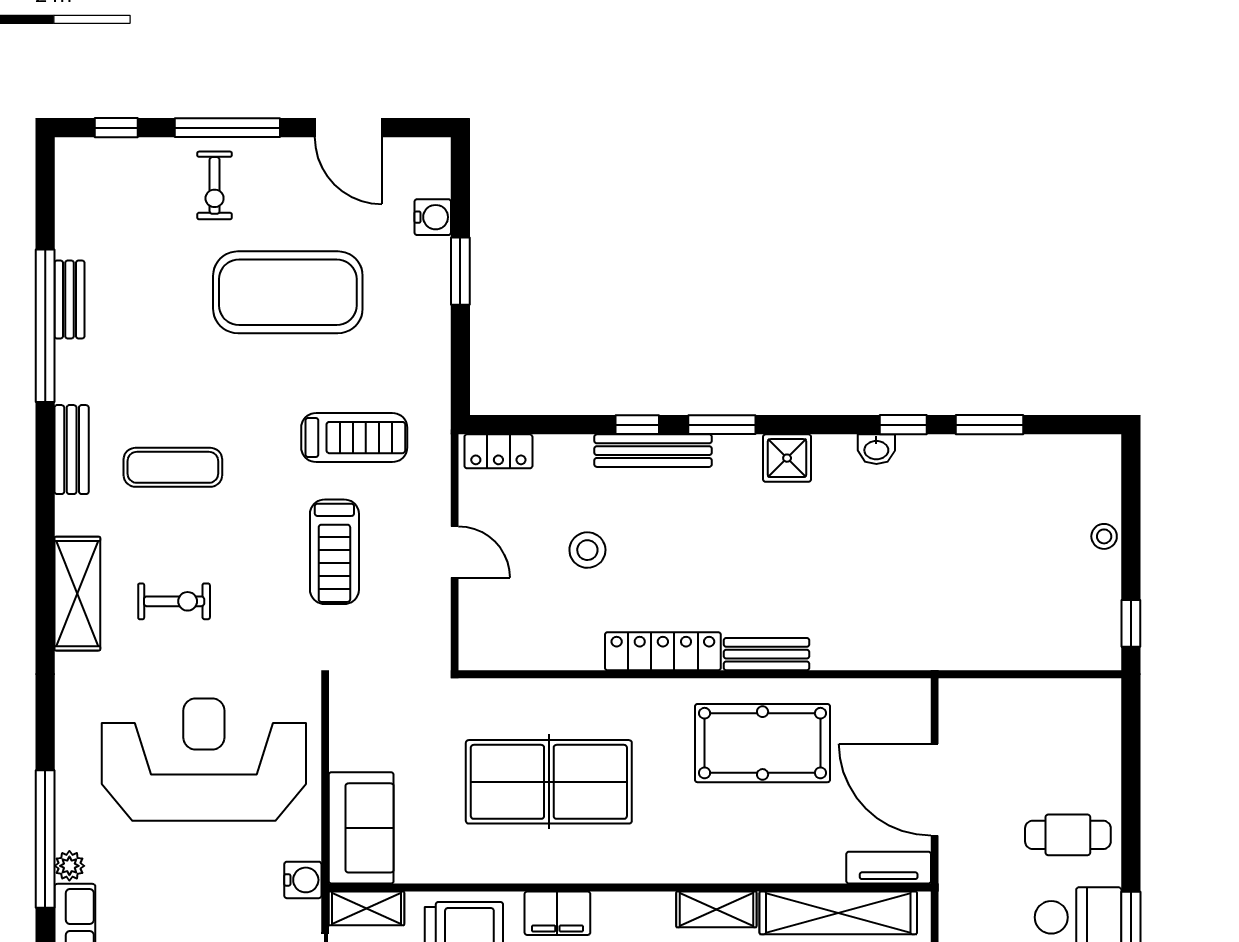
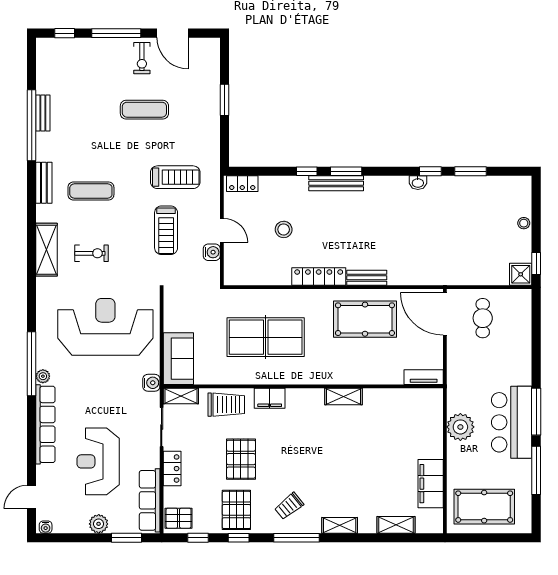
exercise bike: (215, 185) -> (142, 58), moved
water cooler: (433, 217) -> (212, 252), moved
exercise mat: (288, 292) -> (144, 110), width x0.50, depth x0.69
bench: (653, 451) -> (336, 183), moved
shower: (787, 458) -> (521, 274), moved
door: (935, 790) -> (445, 314), moved
cafe table: (1068, 835) -> (483, 318), moved, turned 90
shelving: (838, 913) -> (400, 398), removed

